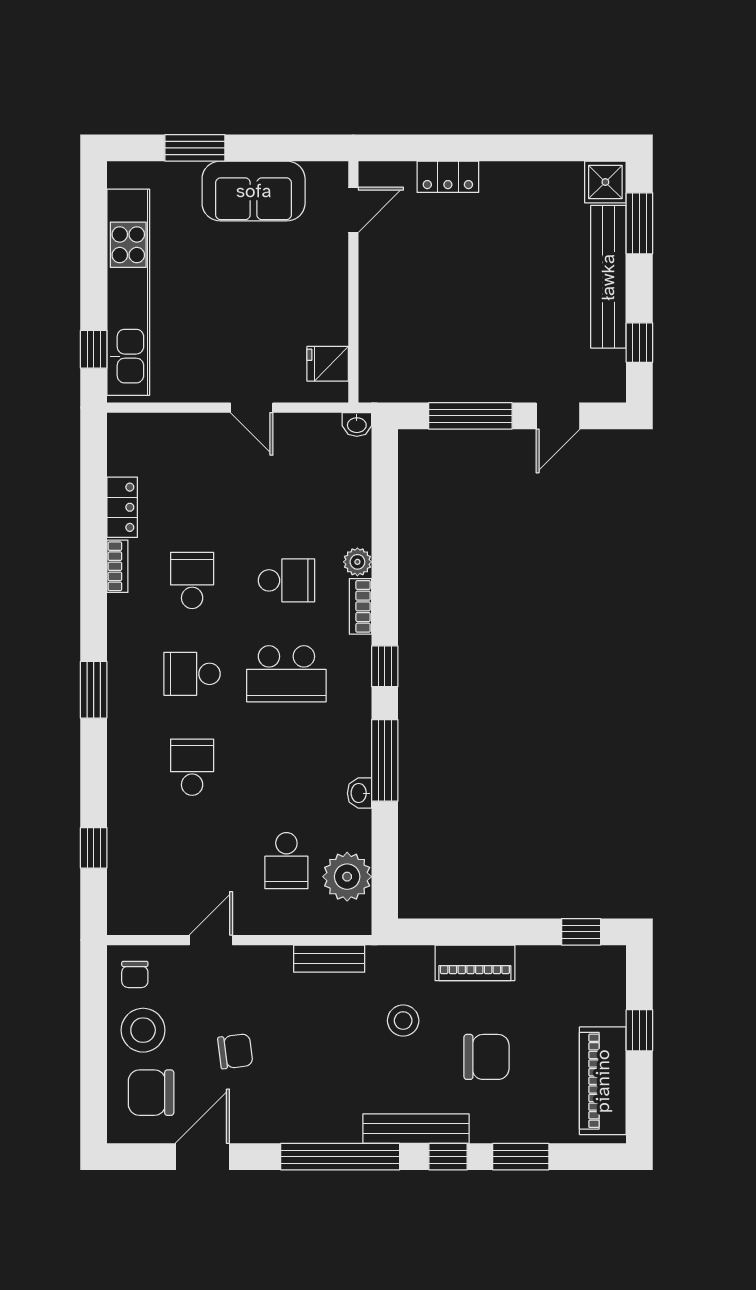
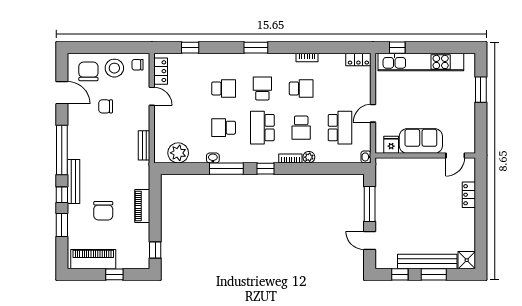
sofa: (254, 191) -> (421, 141), moved, turned 90
door: (353, 210) -> (455, 155), hinge flipped
window: (639, 223) -> (434, 274), moved
school desk: (286, 487) -> (340, 128), added
locker: (122, 507) -> (358, 59), moved
school desk: (286, 861) -> (224, 128), moved
locker: (150, 919) -> (161, 71), added
stool: (403, 1021) -> (118, 176), removed
chair: (235, 1051) -> (106, 106), turned 97

